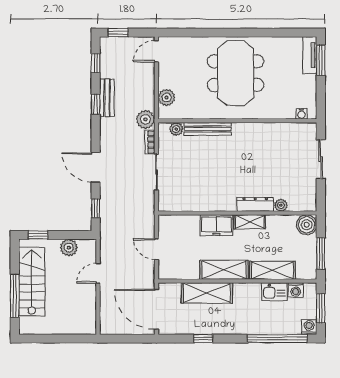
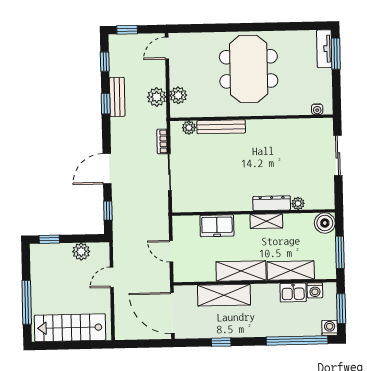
plant: (145, 119) -> (157, 97), moved
door: (96, 167) -> (107, 169), hinge flipped
freezer: (217, 225) -> (217, 226), moved
stairs: (32, 282) -> (70, 328), moved, turned -90

